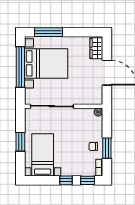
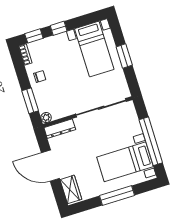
window: (49, 32) -> (117, 195), moved
bed with nightstands: (46, 63) -> (125, 162), width x0.73
dresser: (90, 100) -> (60, 129), added
window: (107, 148) -> (30, 101), moved

